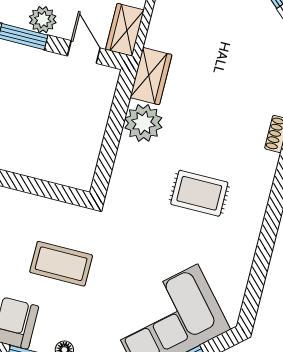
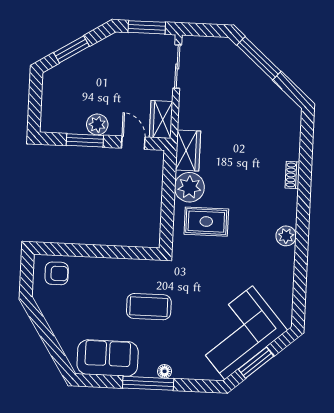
rug: (199, 193) -> (206, 222), moved
plant: (253, 210) -> (286, 236), added

